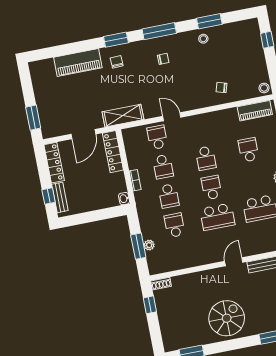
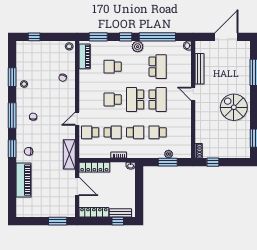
school desk: (206, 158) -> (113, 99), turned 180
school desk: (212, 188) -> (135, 99), width x1.85

